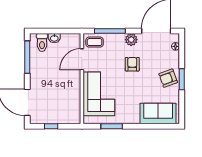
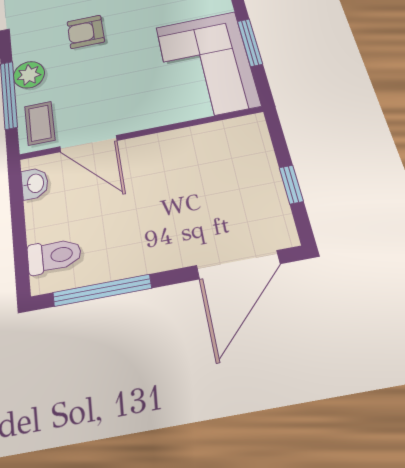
washbasin: (54, 38) -> (35, 183), moved
plant: (131, 40) -> (29, 75), moved
corner sofa: (99, 94) -> (207, 65), moved, turned -90

